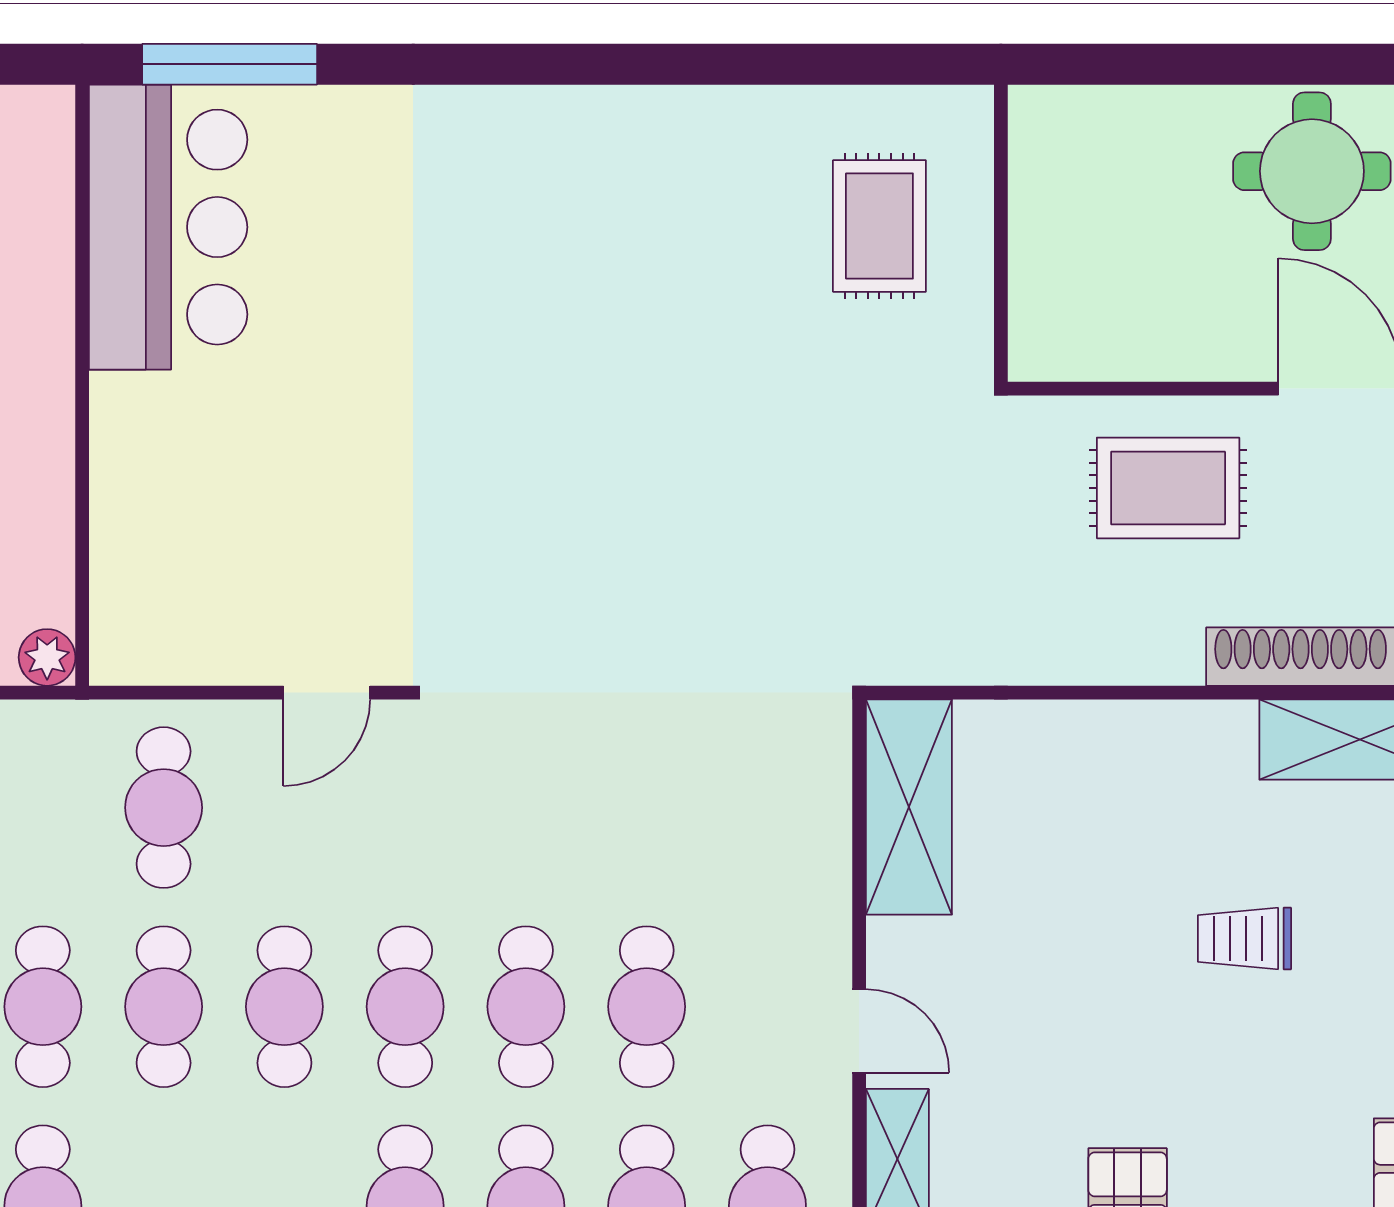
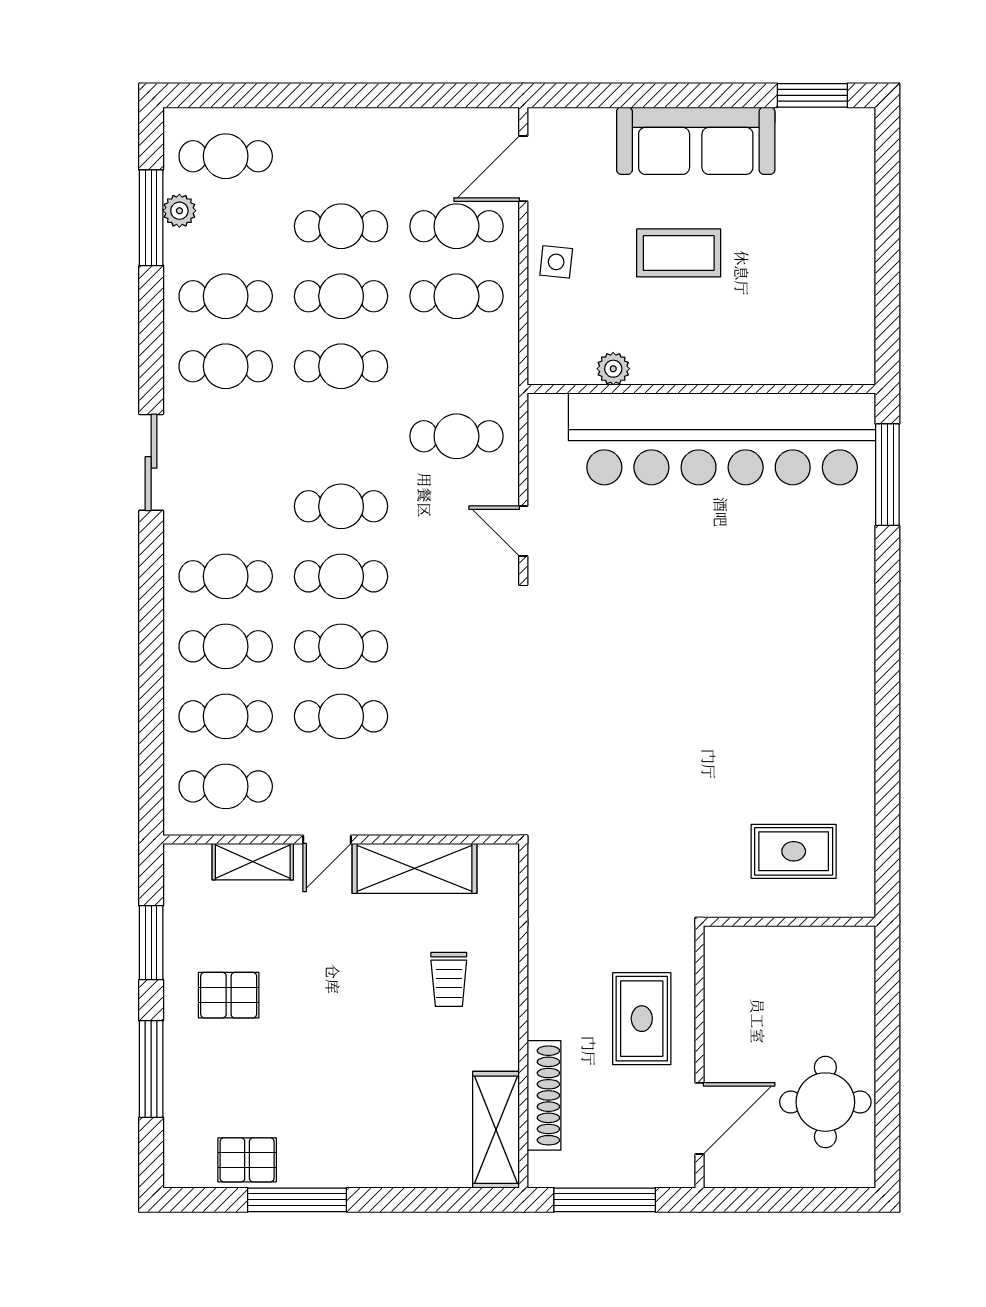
bar counter: (168, 227) -> (722, 439), width x1.86
plant: (47, 657) -> (613, 369), moved
shelving: (909, 807) -> (415, 868), moved
trolley: (1244, 939) -> (449, 979), moved, turned 180
cafe table: (164, 1007) -> (341, 436), removed

